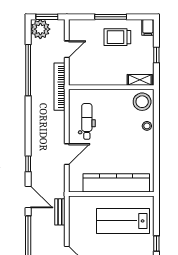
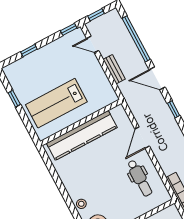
bench: (60, 212) -> (114, 69), moved
lab bench: (123, 221) -> (56, 103), turned 180

